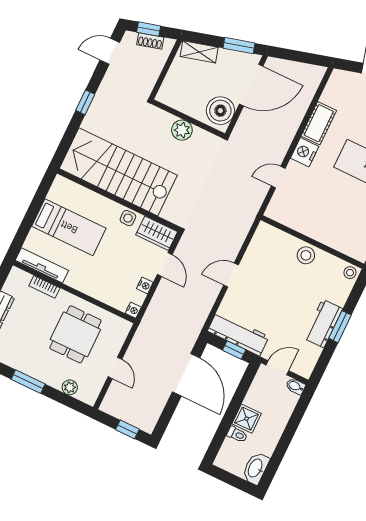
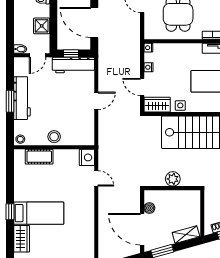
door: (251, 85) -> (142, 229), hinge flipped
boiler: (220, 111) -> (149, 208), width x0.54, depth x0.54
cot: (319, 123) -> (39, 157), moved, turned 90
nightstand: (305, 152) -> (87, 157), moved
door: (278, 177) -> (96, 178), hinge flipped
workbench: (323, 323) -> (22, 98), width x1.38
shower: (247, 419) -> (42, 26), moved

